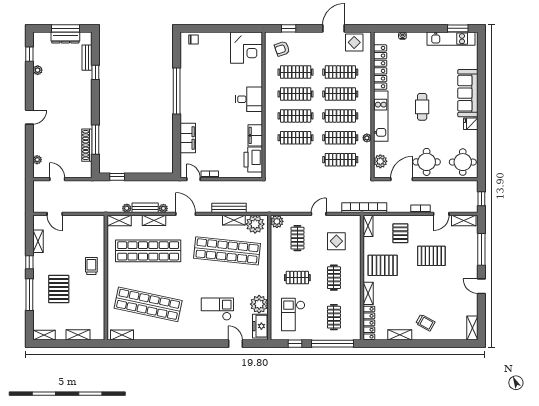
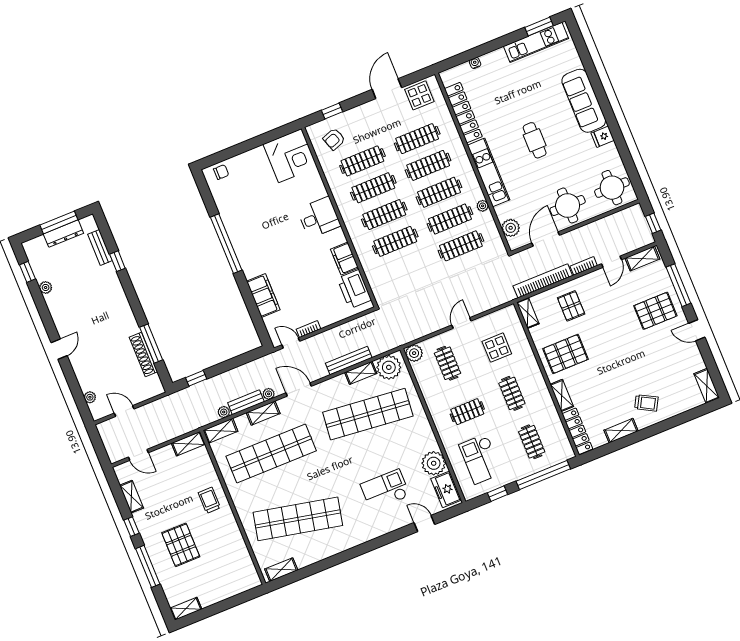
bookcase: (364, 208) -> (543, 281), moved
pallet: (431, 256) -> (655, 311), moved
shelving: (78, 335) -> (188, 444), moved

